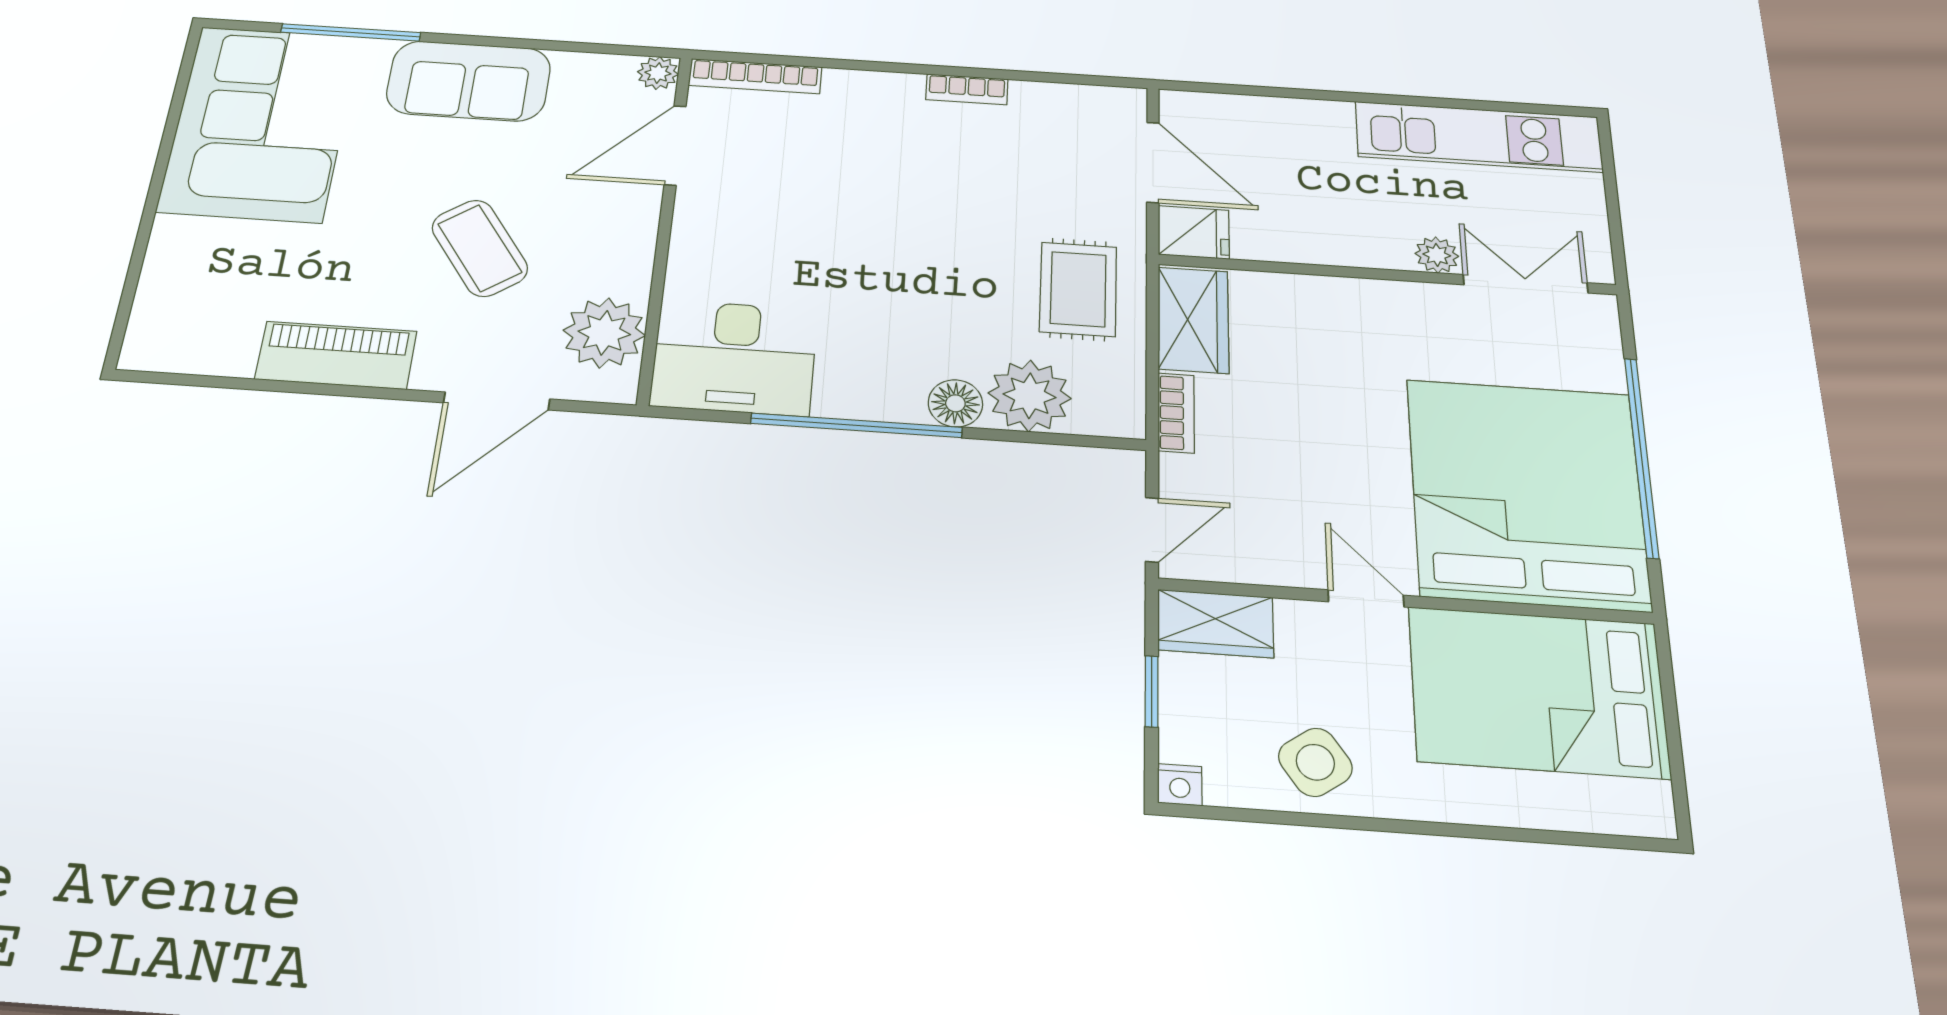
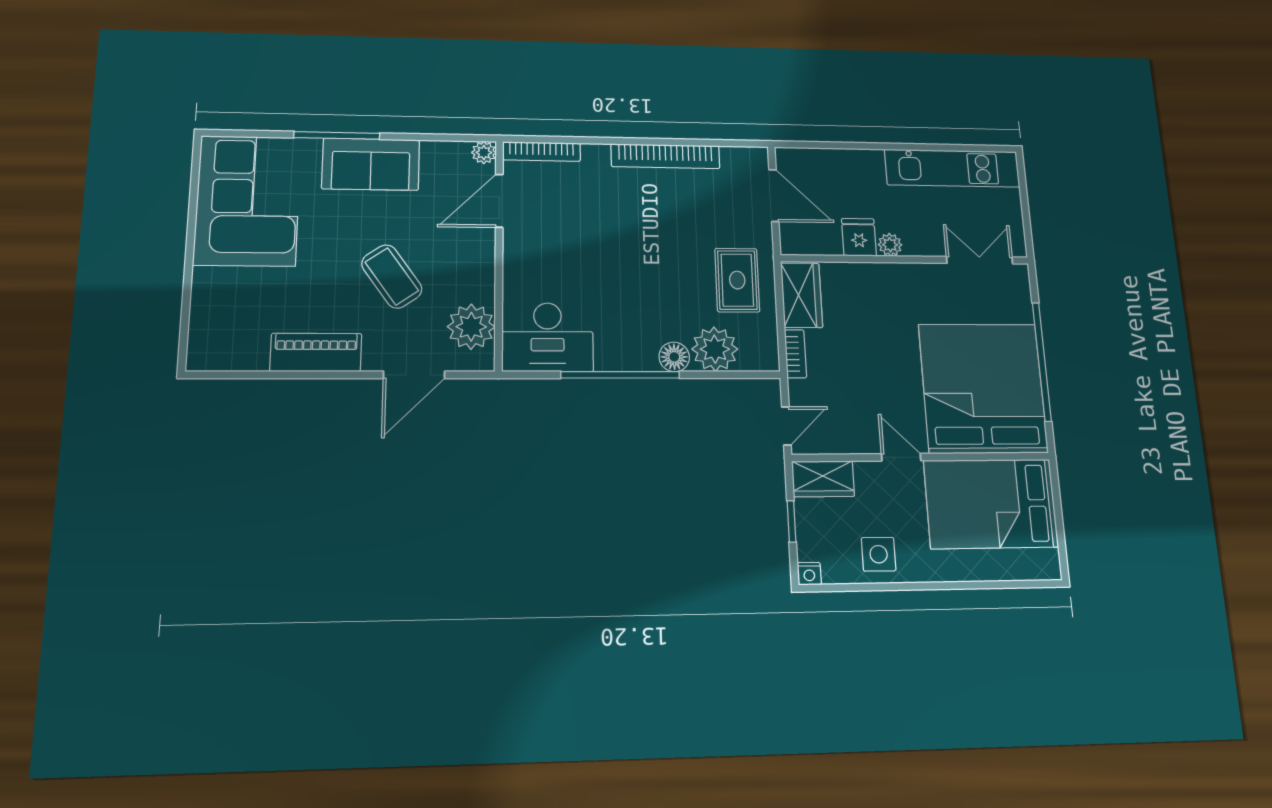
window: (351, 32) -> (337, 135), moved
bookcase: (967, 89) -> (665, 156), width x2.31, depth x1.31
fridge: (1194, 232) -> (859, 237), moved, turned -90
plant: (1437, 255) -> (890, 245), moved
side table: (1315, 762) -> (879, 554), turned 35

